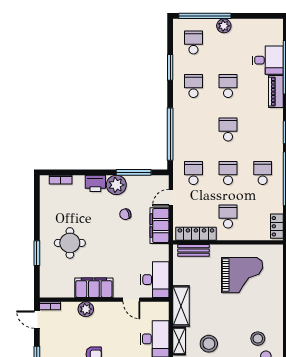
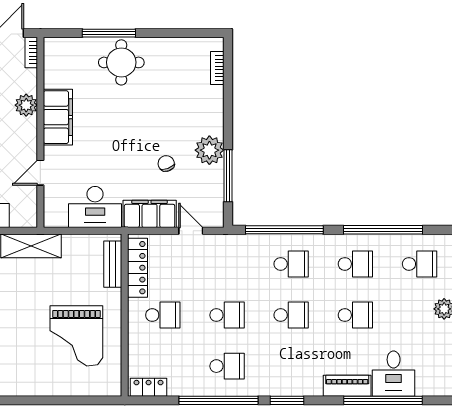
window: (170, 67) -> (383, 230), width x2.11
school desk: (193, 173) -> (291, 264), moved
printer: (95, 183) -> (212, 119), removed
round table: (70, 243) -> (121, 62), moved
window: (37, 253) -> (109, 33), width x1.44
desk: (155, 280) -> (95, 207), moved

